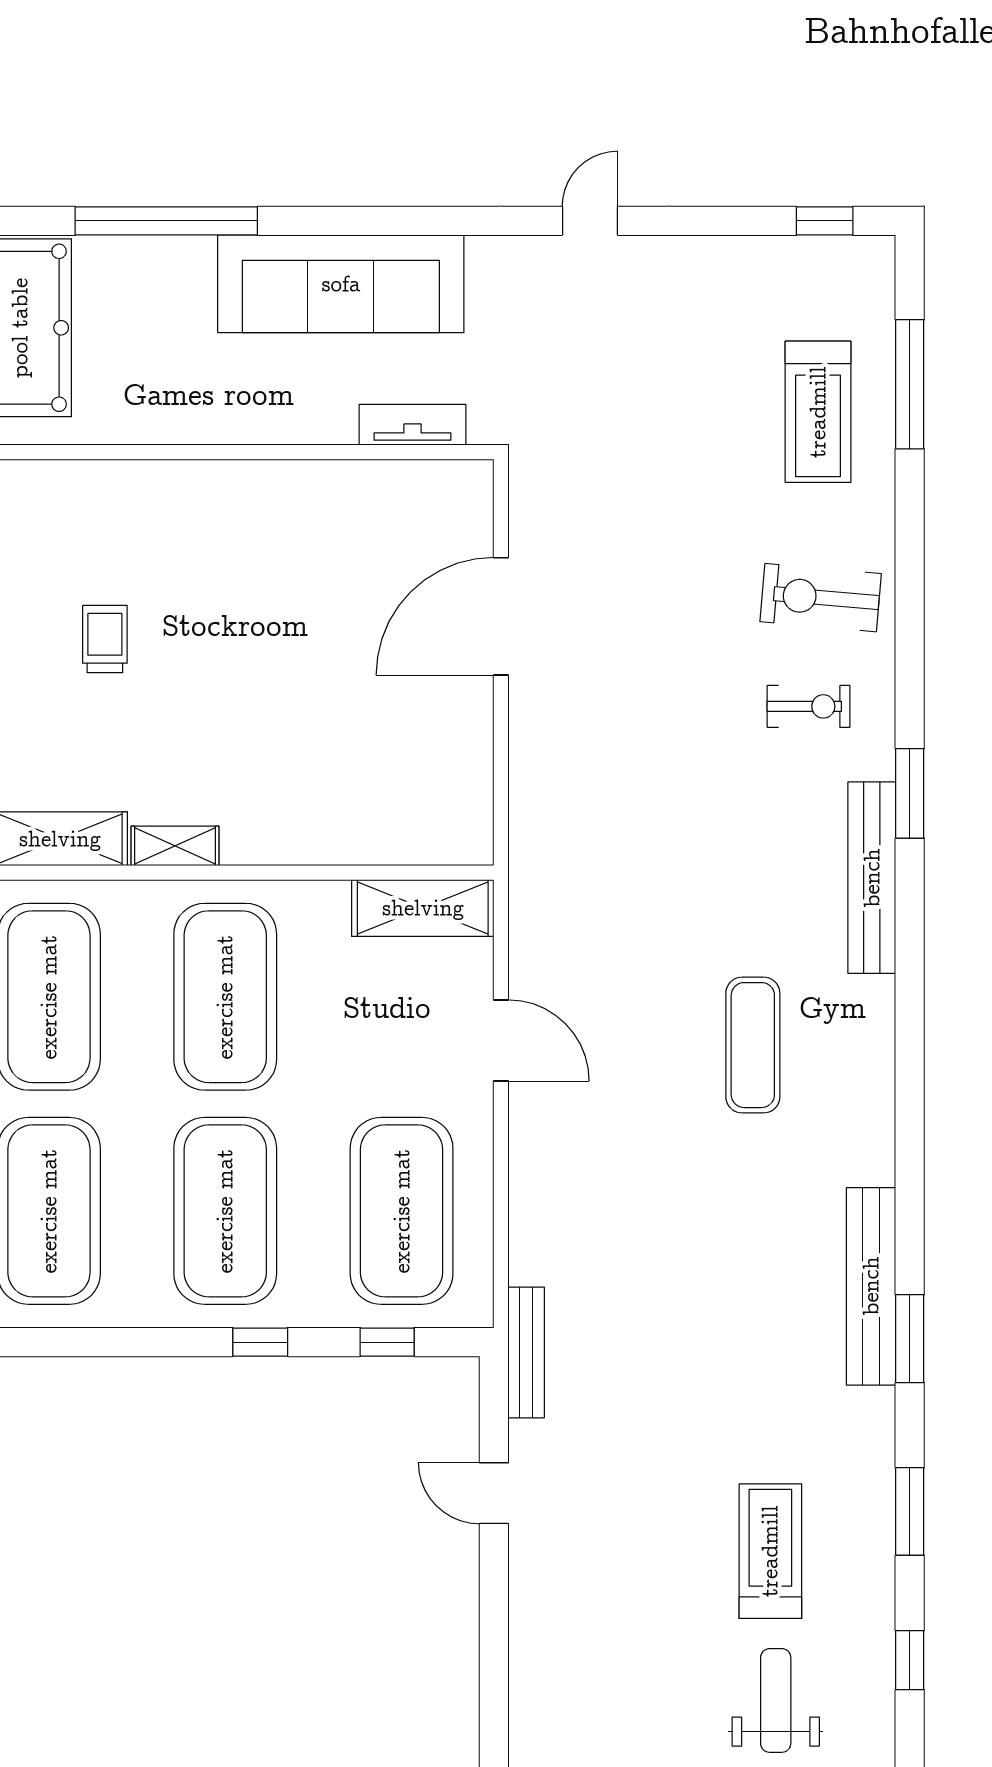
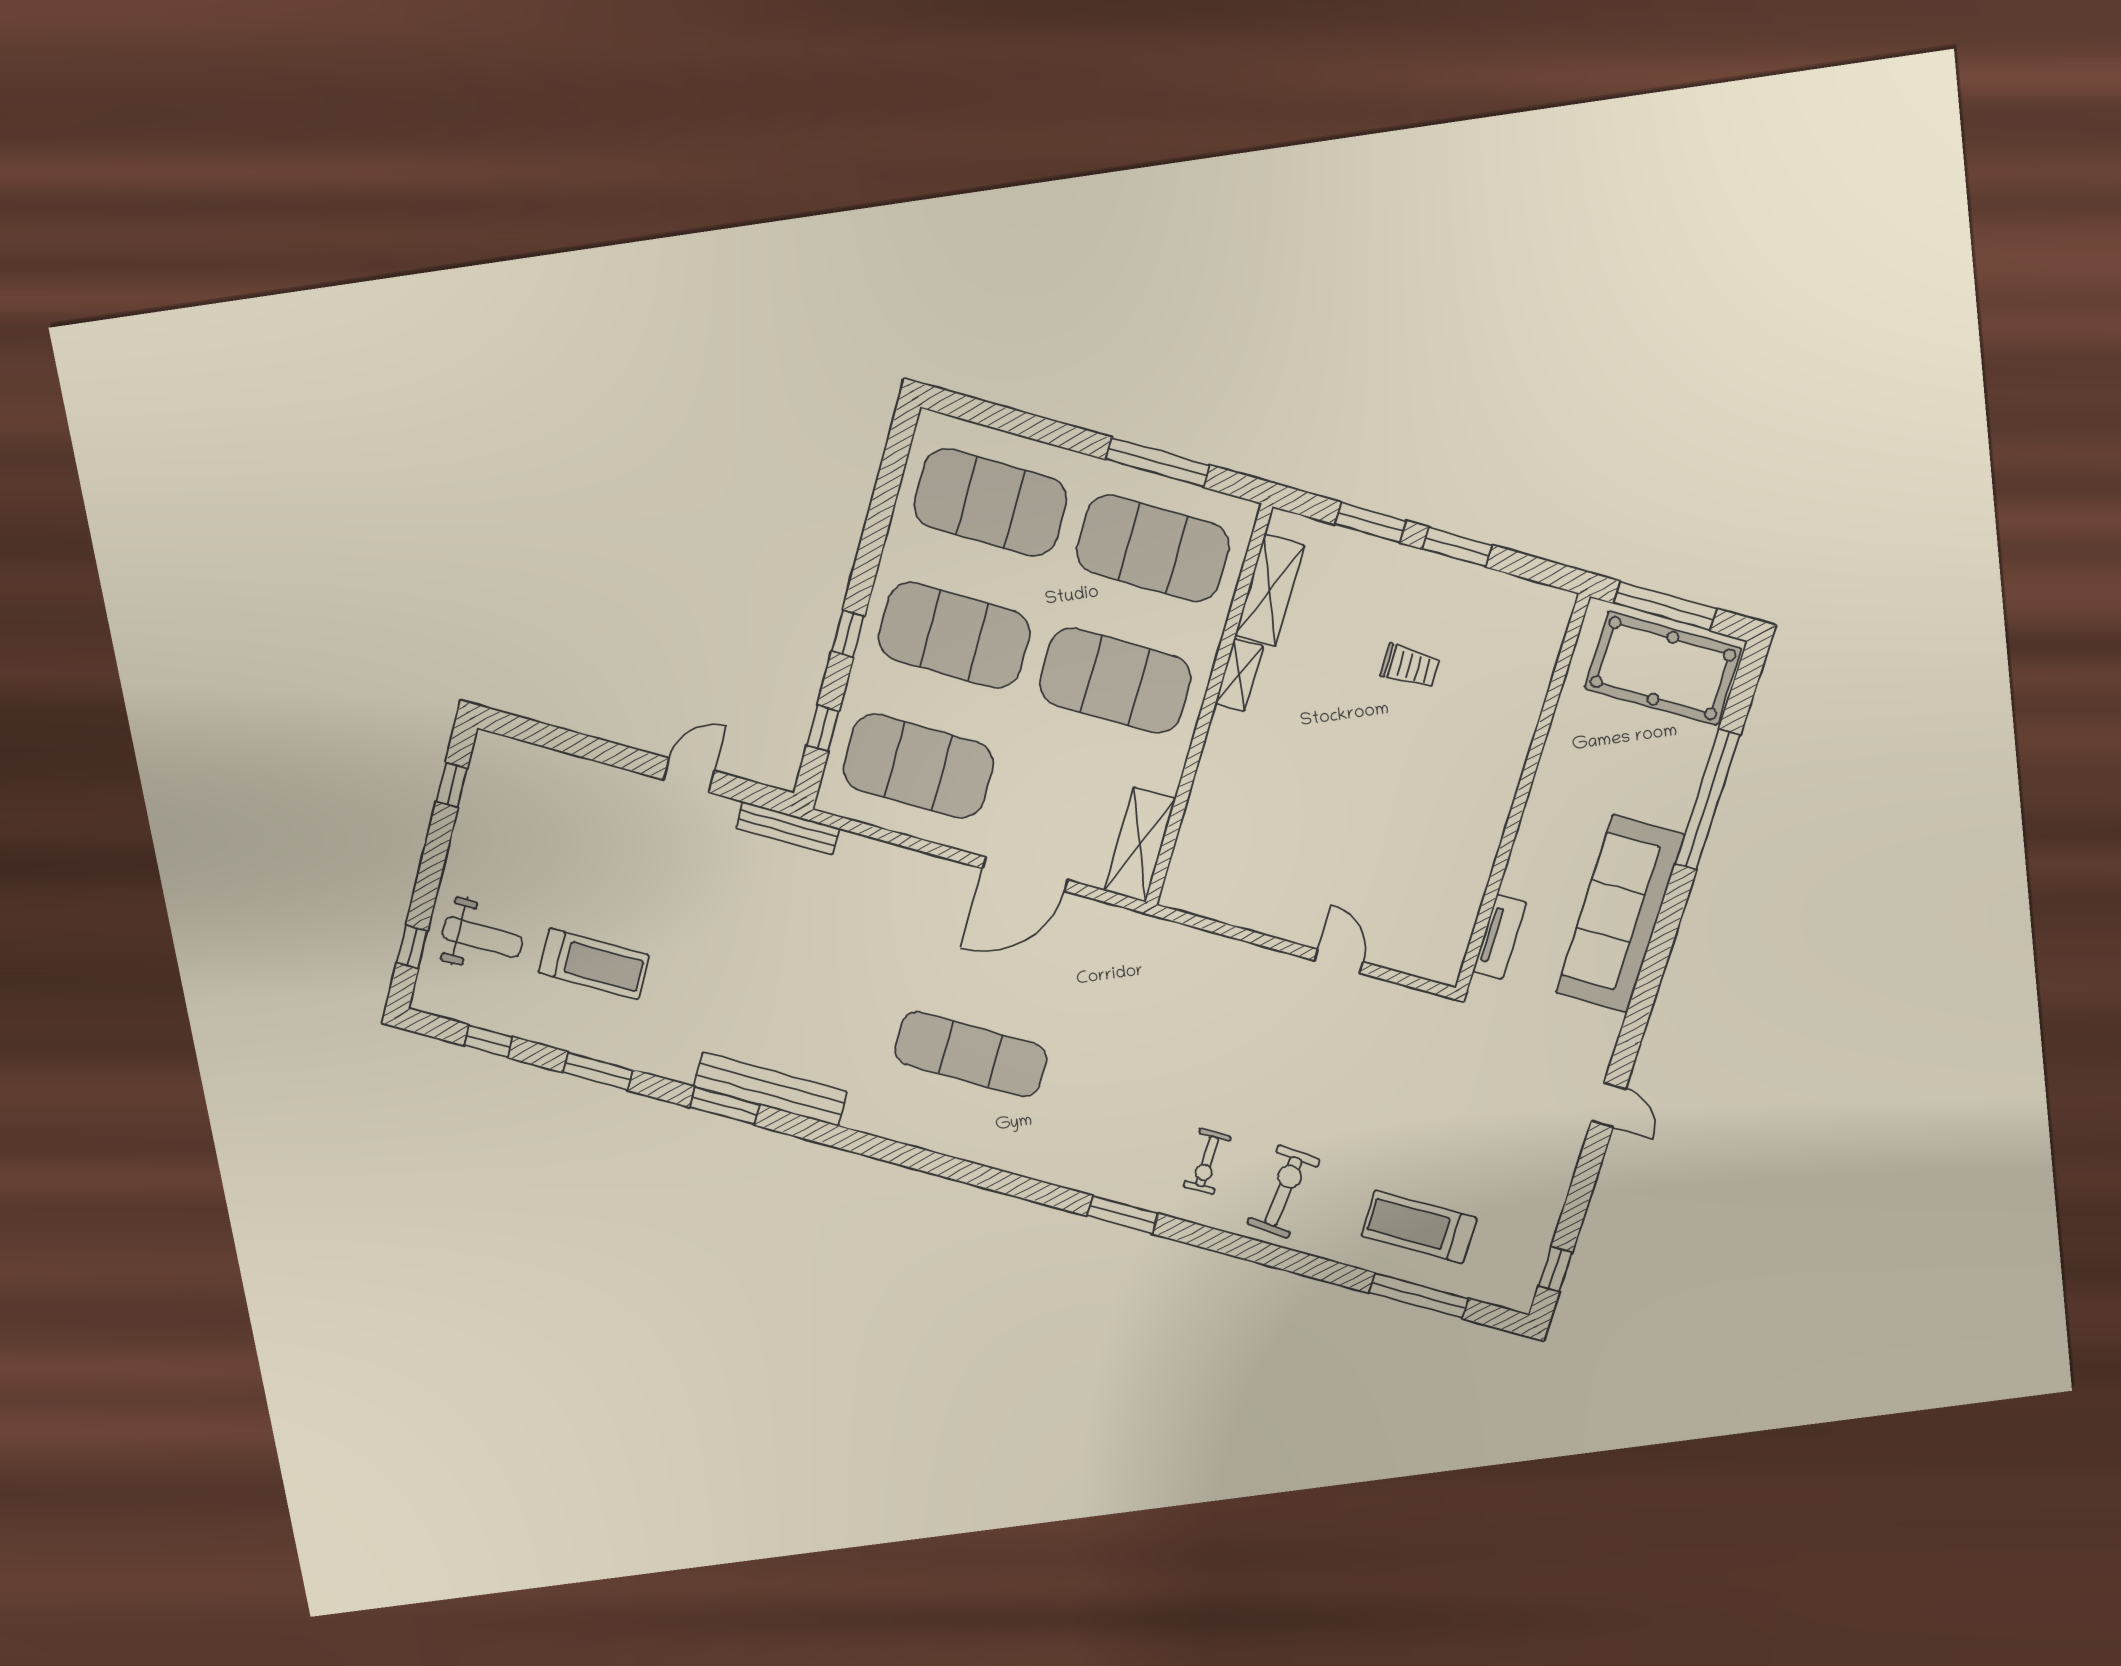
door: (501, 616) -> (1339, 961), width x0.53
bench: (872, 878) -> (1069, 1172), removed
door: (501, 1040) -> (1025, 874), width x1.36
exercise mat: (753, 1045) -> (971, 1054), width x1.36, depth x1.45

